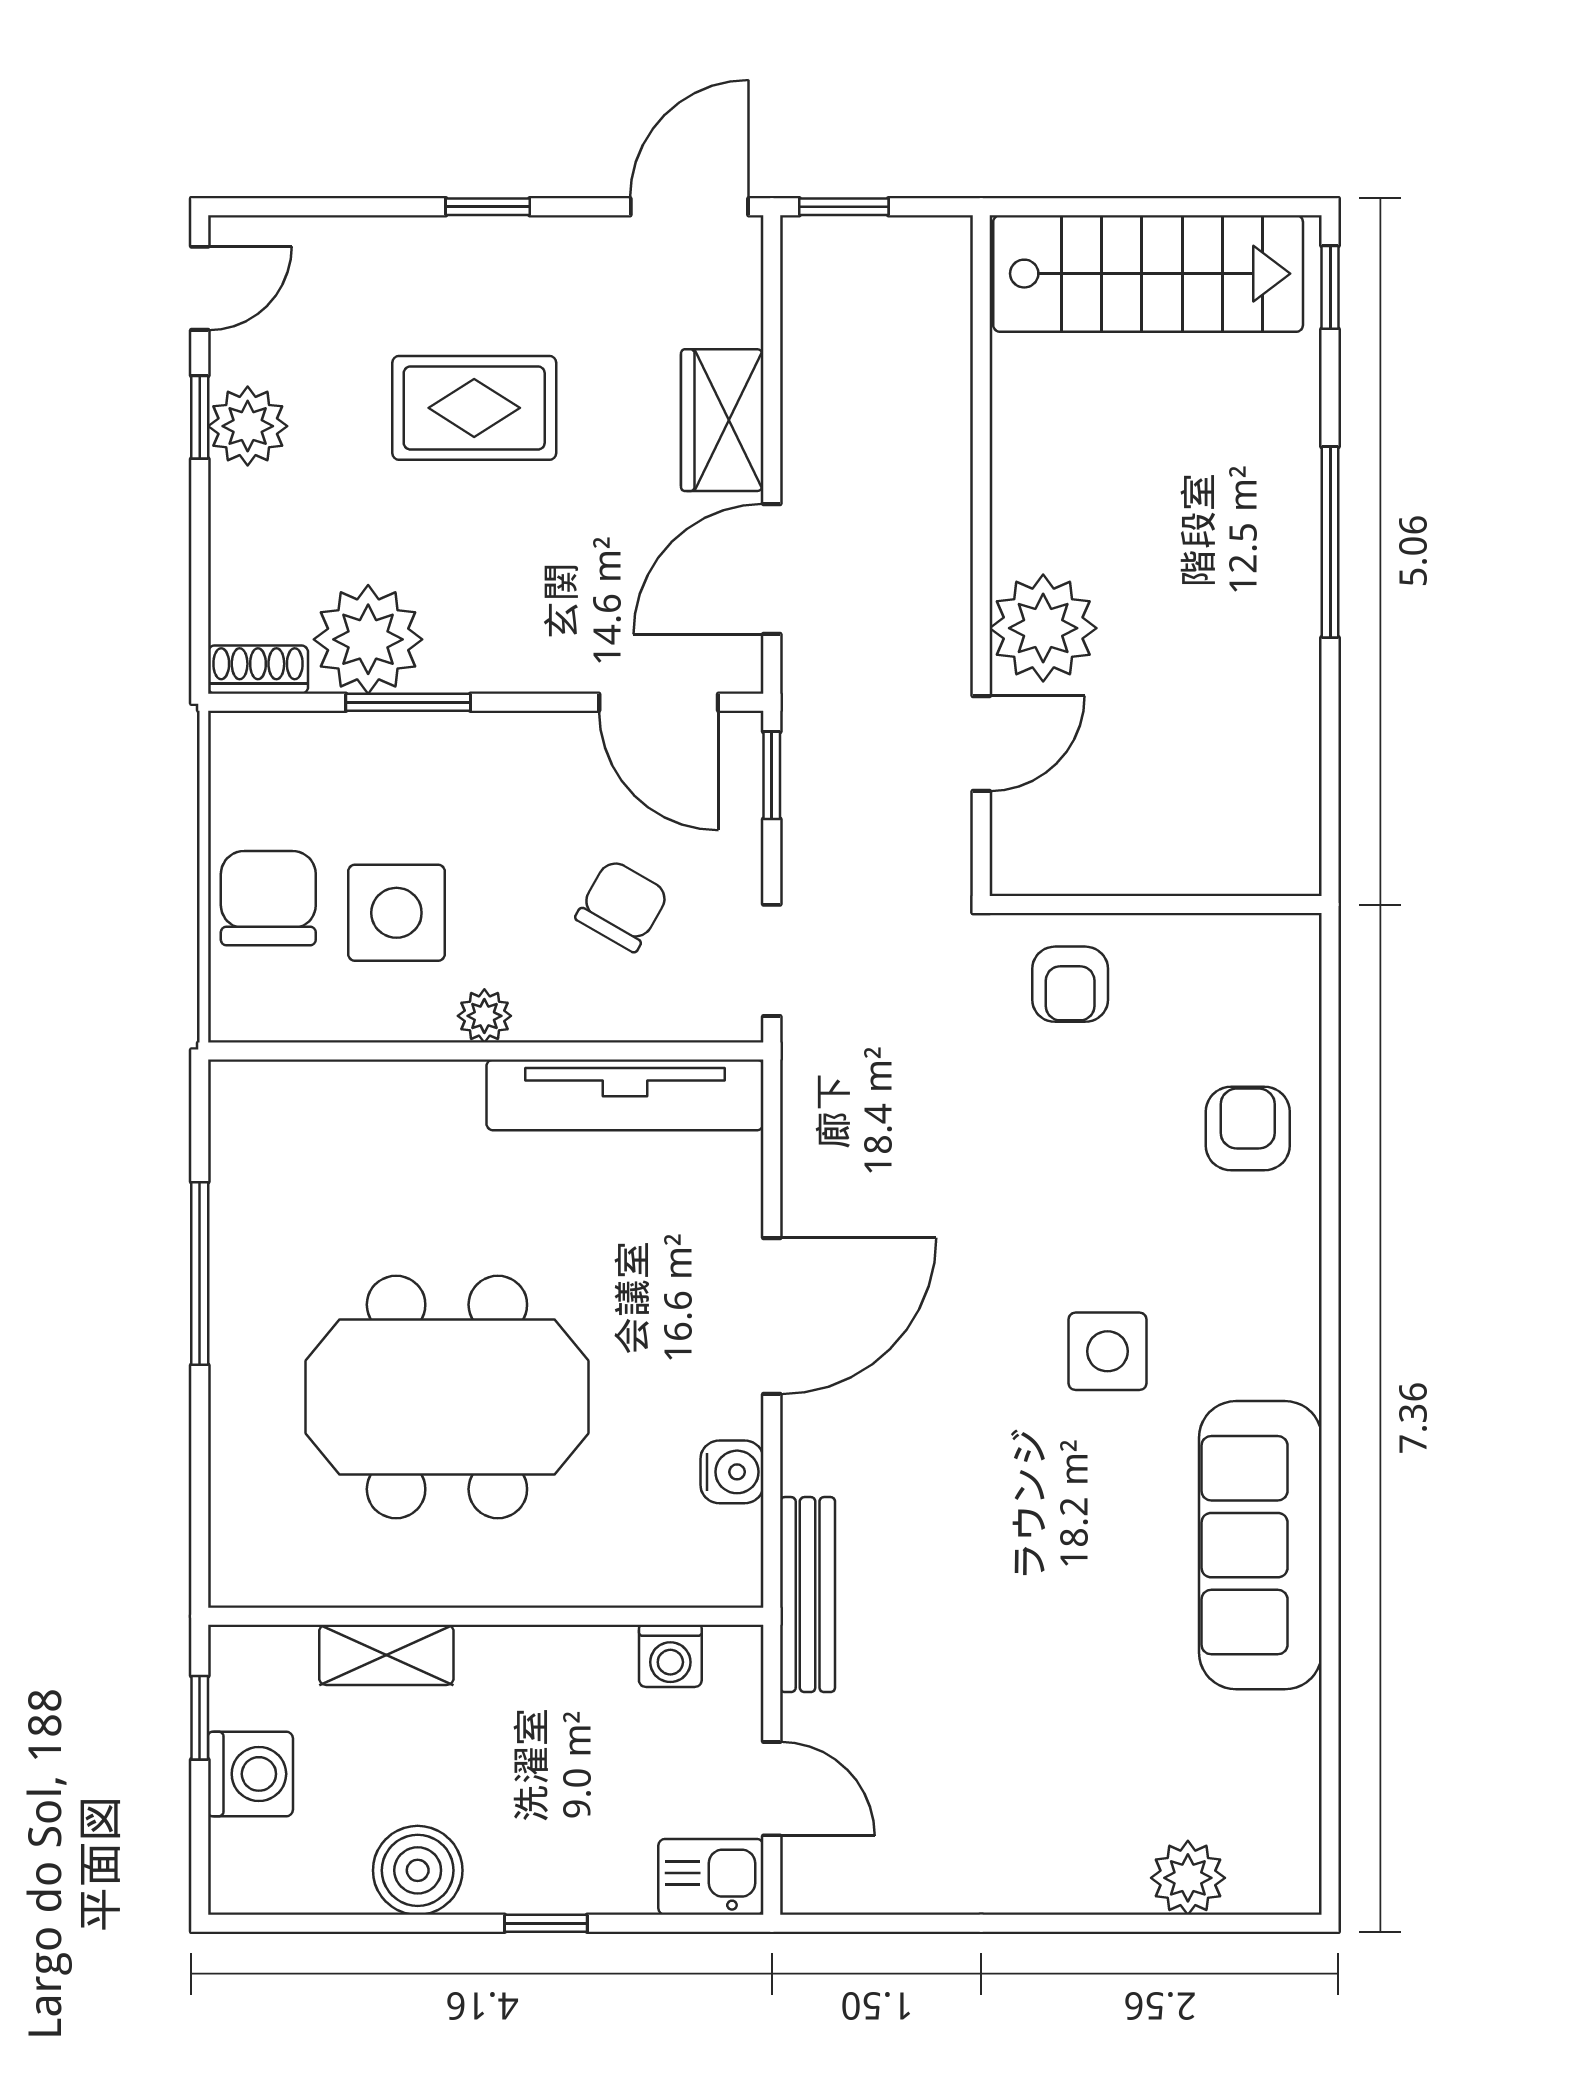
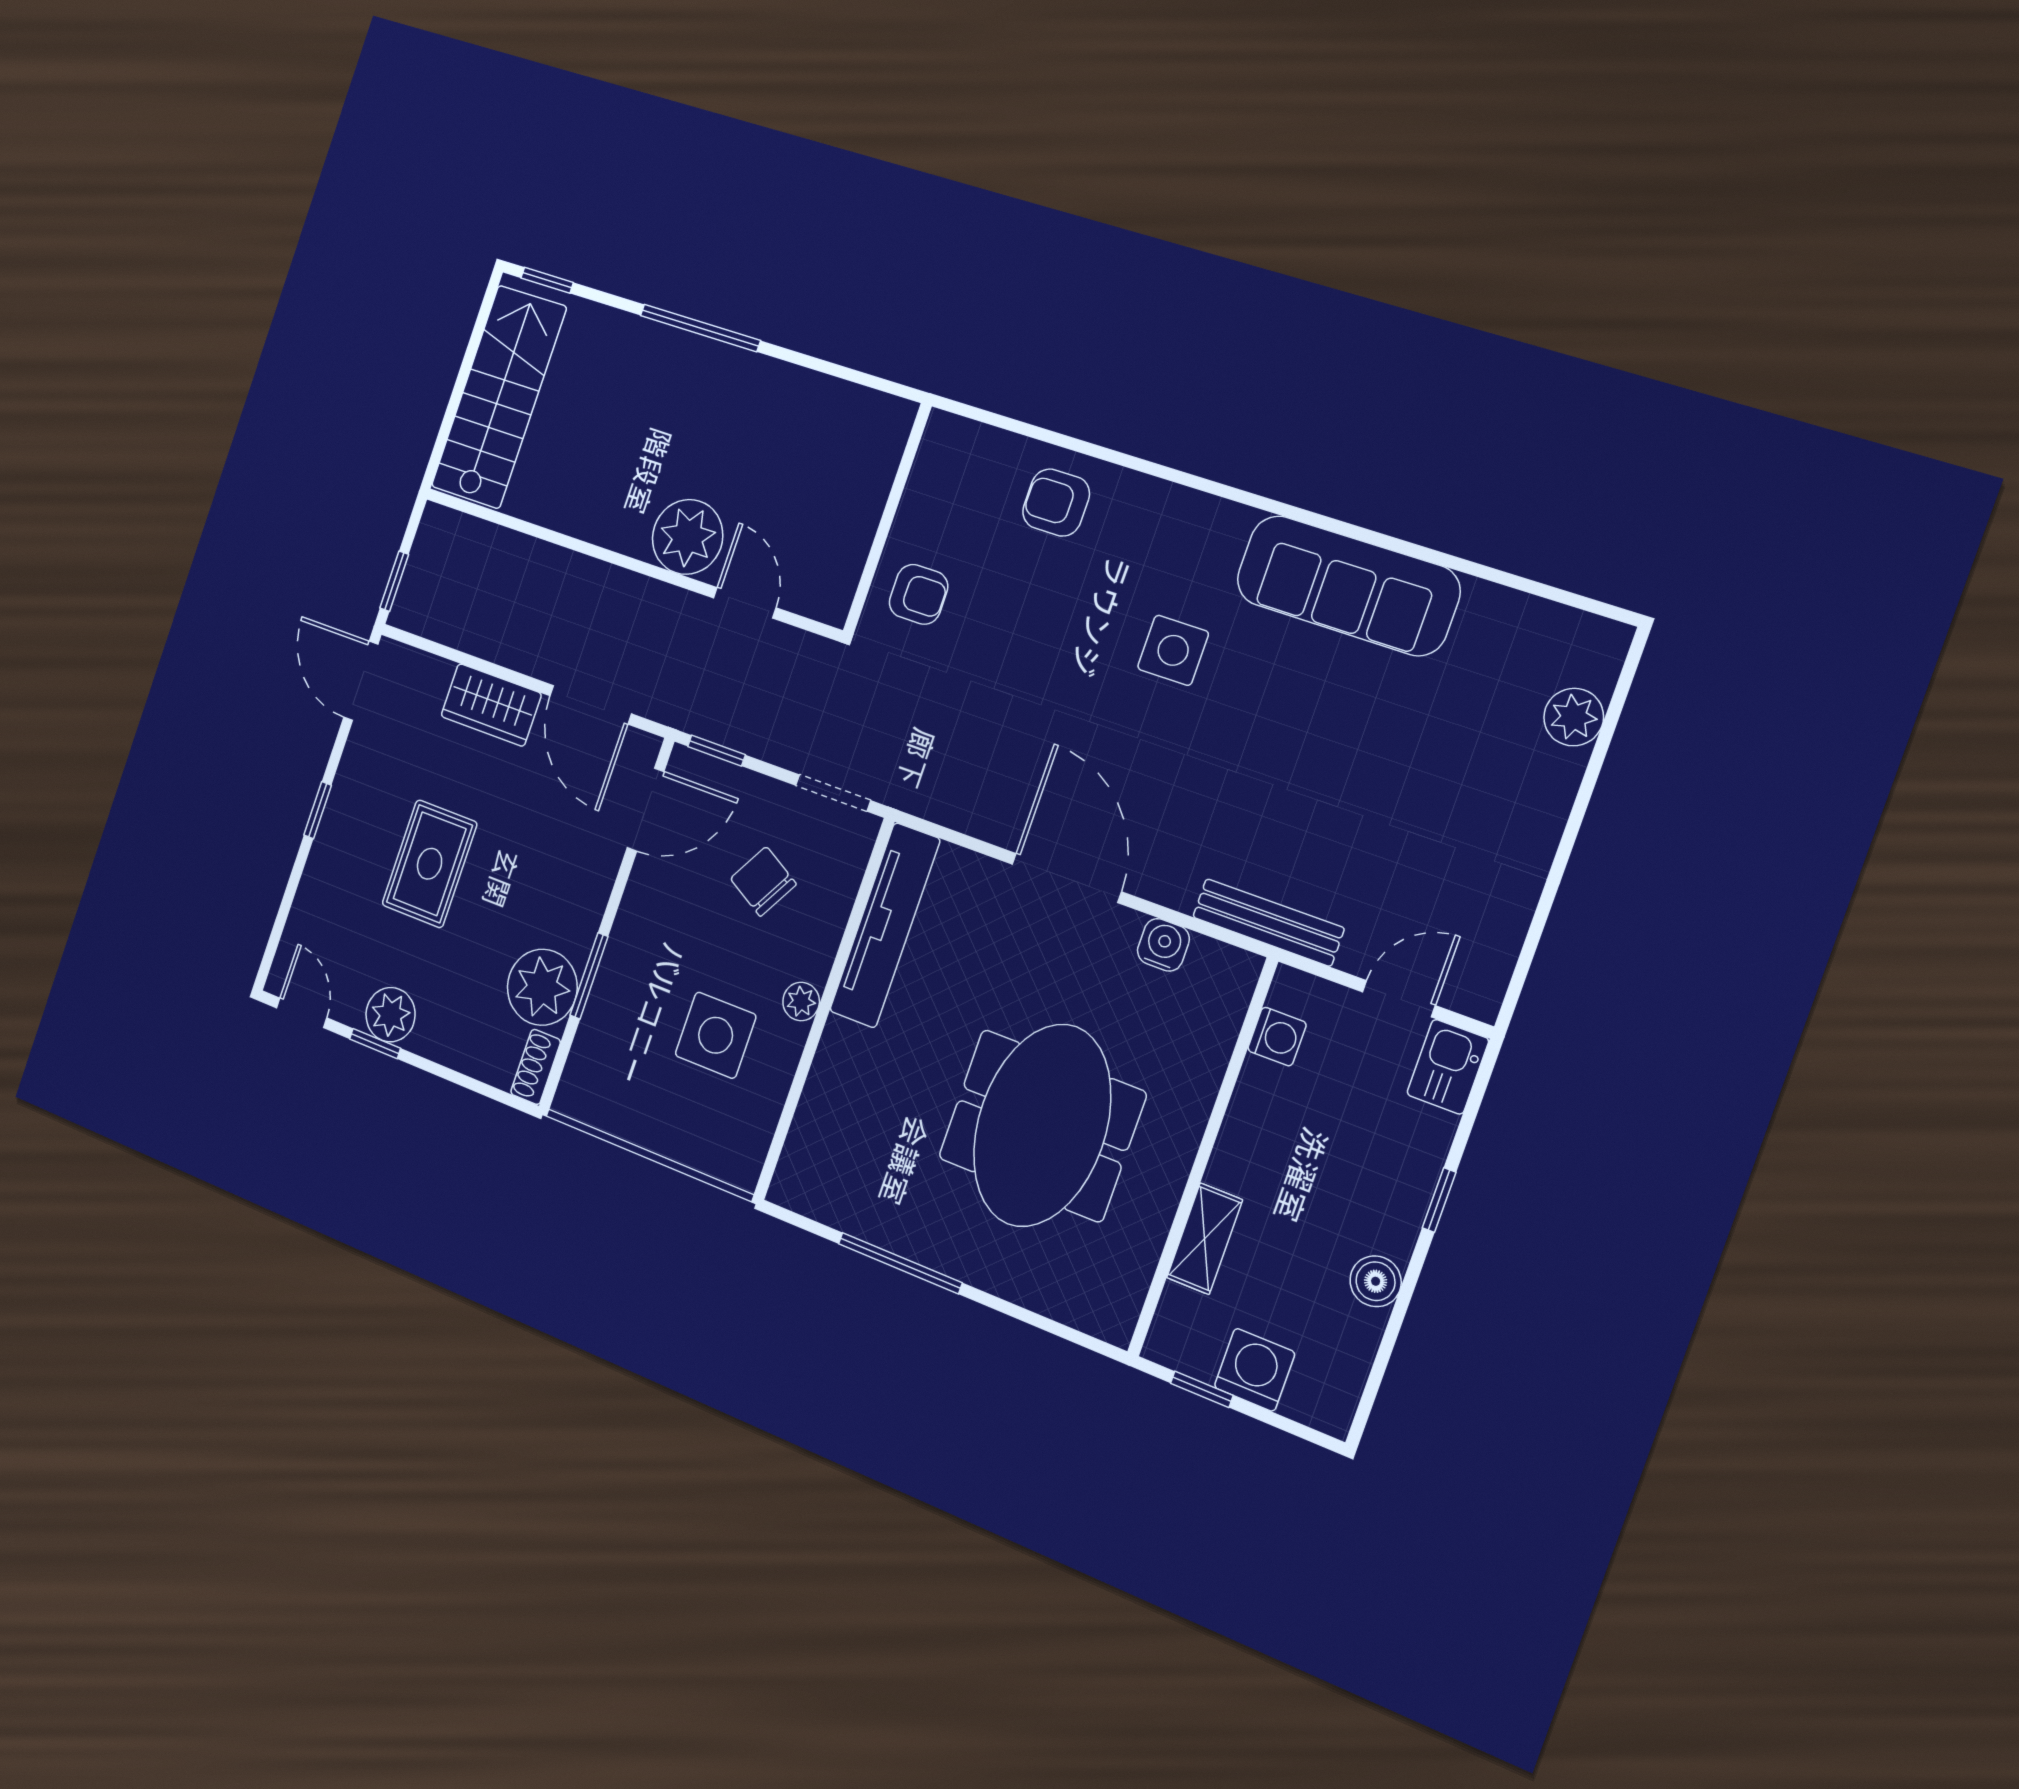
chair: (268, 898) -> (677, 1117), removed
boiler: (418, 1870) -> (1376, 1281), width x0.73, depth x0.73

